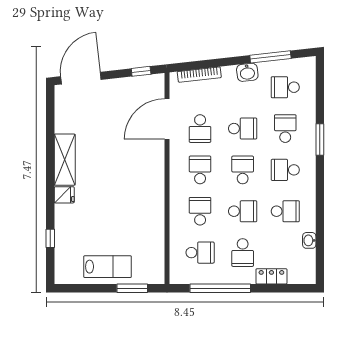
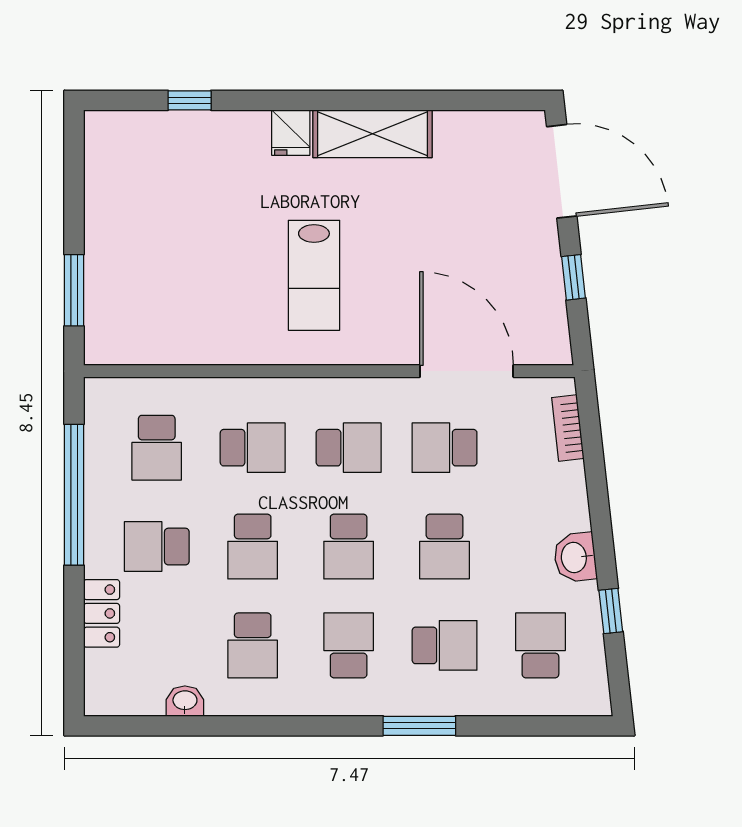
window: (270, 57) -> (611, 611), width x0.46
window: (141, 71) -> (574, 277), moved
bookcase: (199, 75) -> (568, 428), width x0.64
school desk: (243, 170) -> (349, 547), turned 90
lab bench: (108, 267) -> (314, 275), moved

